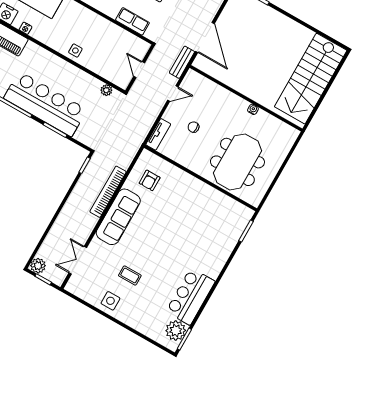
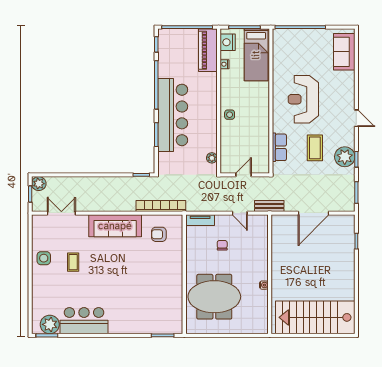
door: (205, 37) -> (314, 213), moved
bookcase: (108, 192) -> (161, 206), moved

